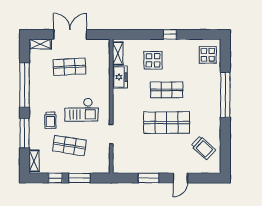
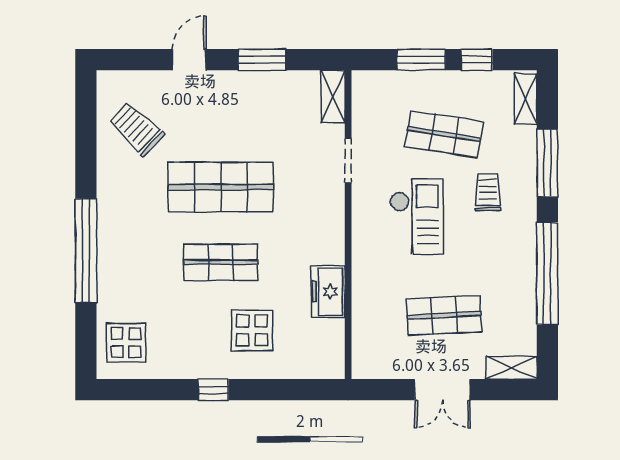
double door: (70, 34) -> (442, 390), width x0.73
shelving: (118, 53) -> (333, 97), moved
checkout: (81, 110) -> (417, 217), turned 90

